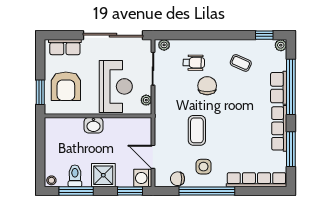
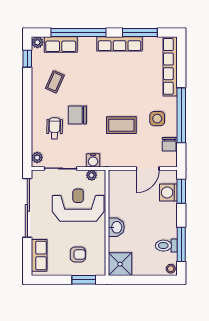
armchair: (66, 86) -> (78, 254), width x0.53, depth x0.53
row of seats: (279, 88) -> (61, 44), moved
water cooler: (161, 102) -> (93, 160), added
shower: (103, 175) -> (120, 264), moved
washing machine: (143, 178) -> (168, 192), moved, turned 90

